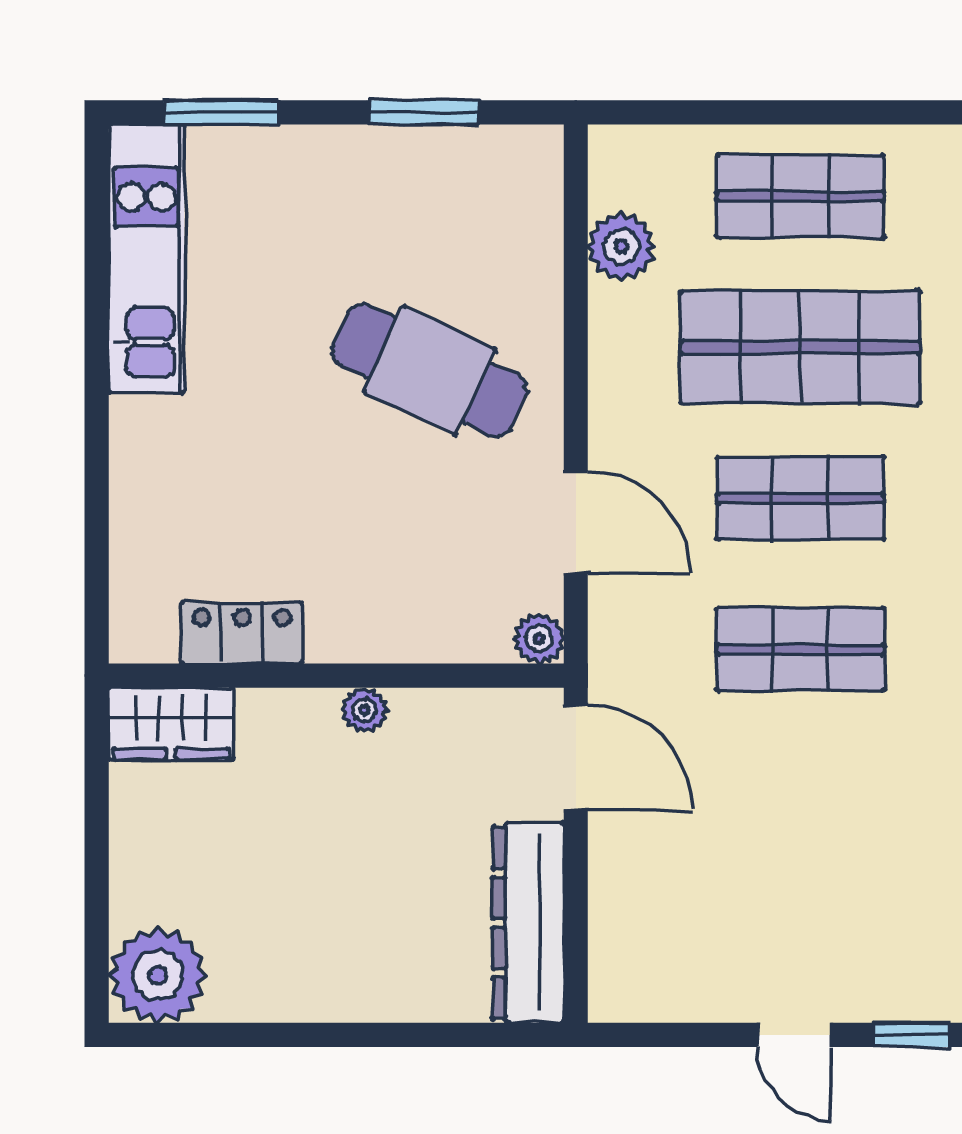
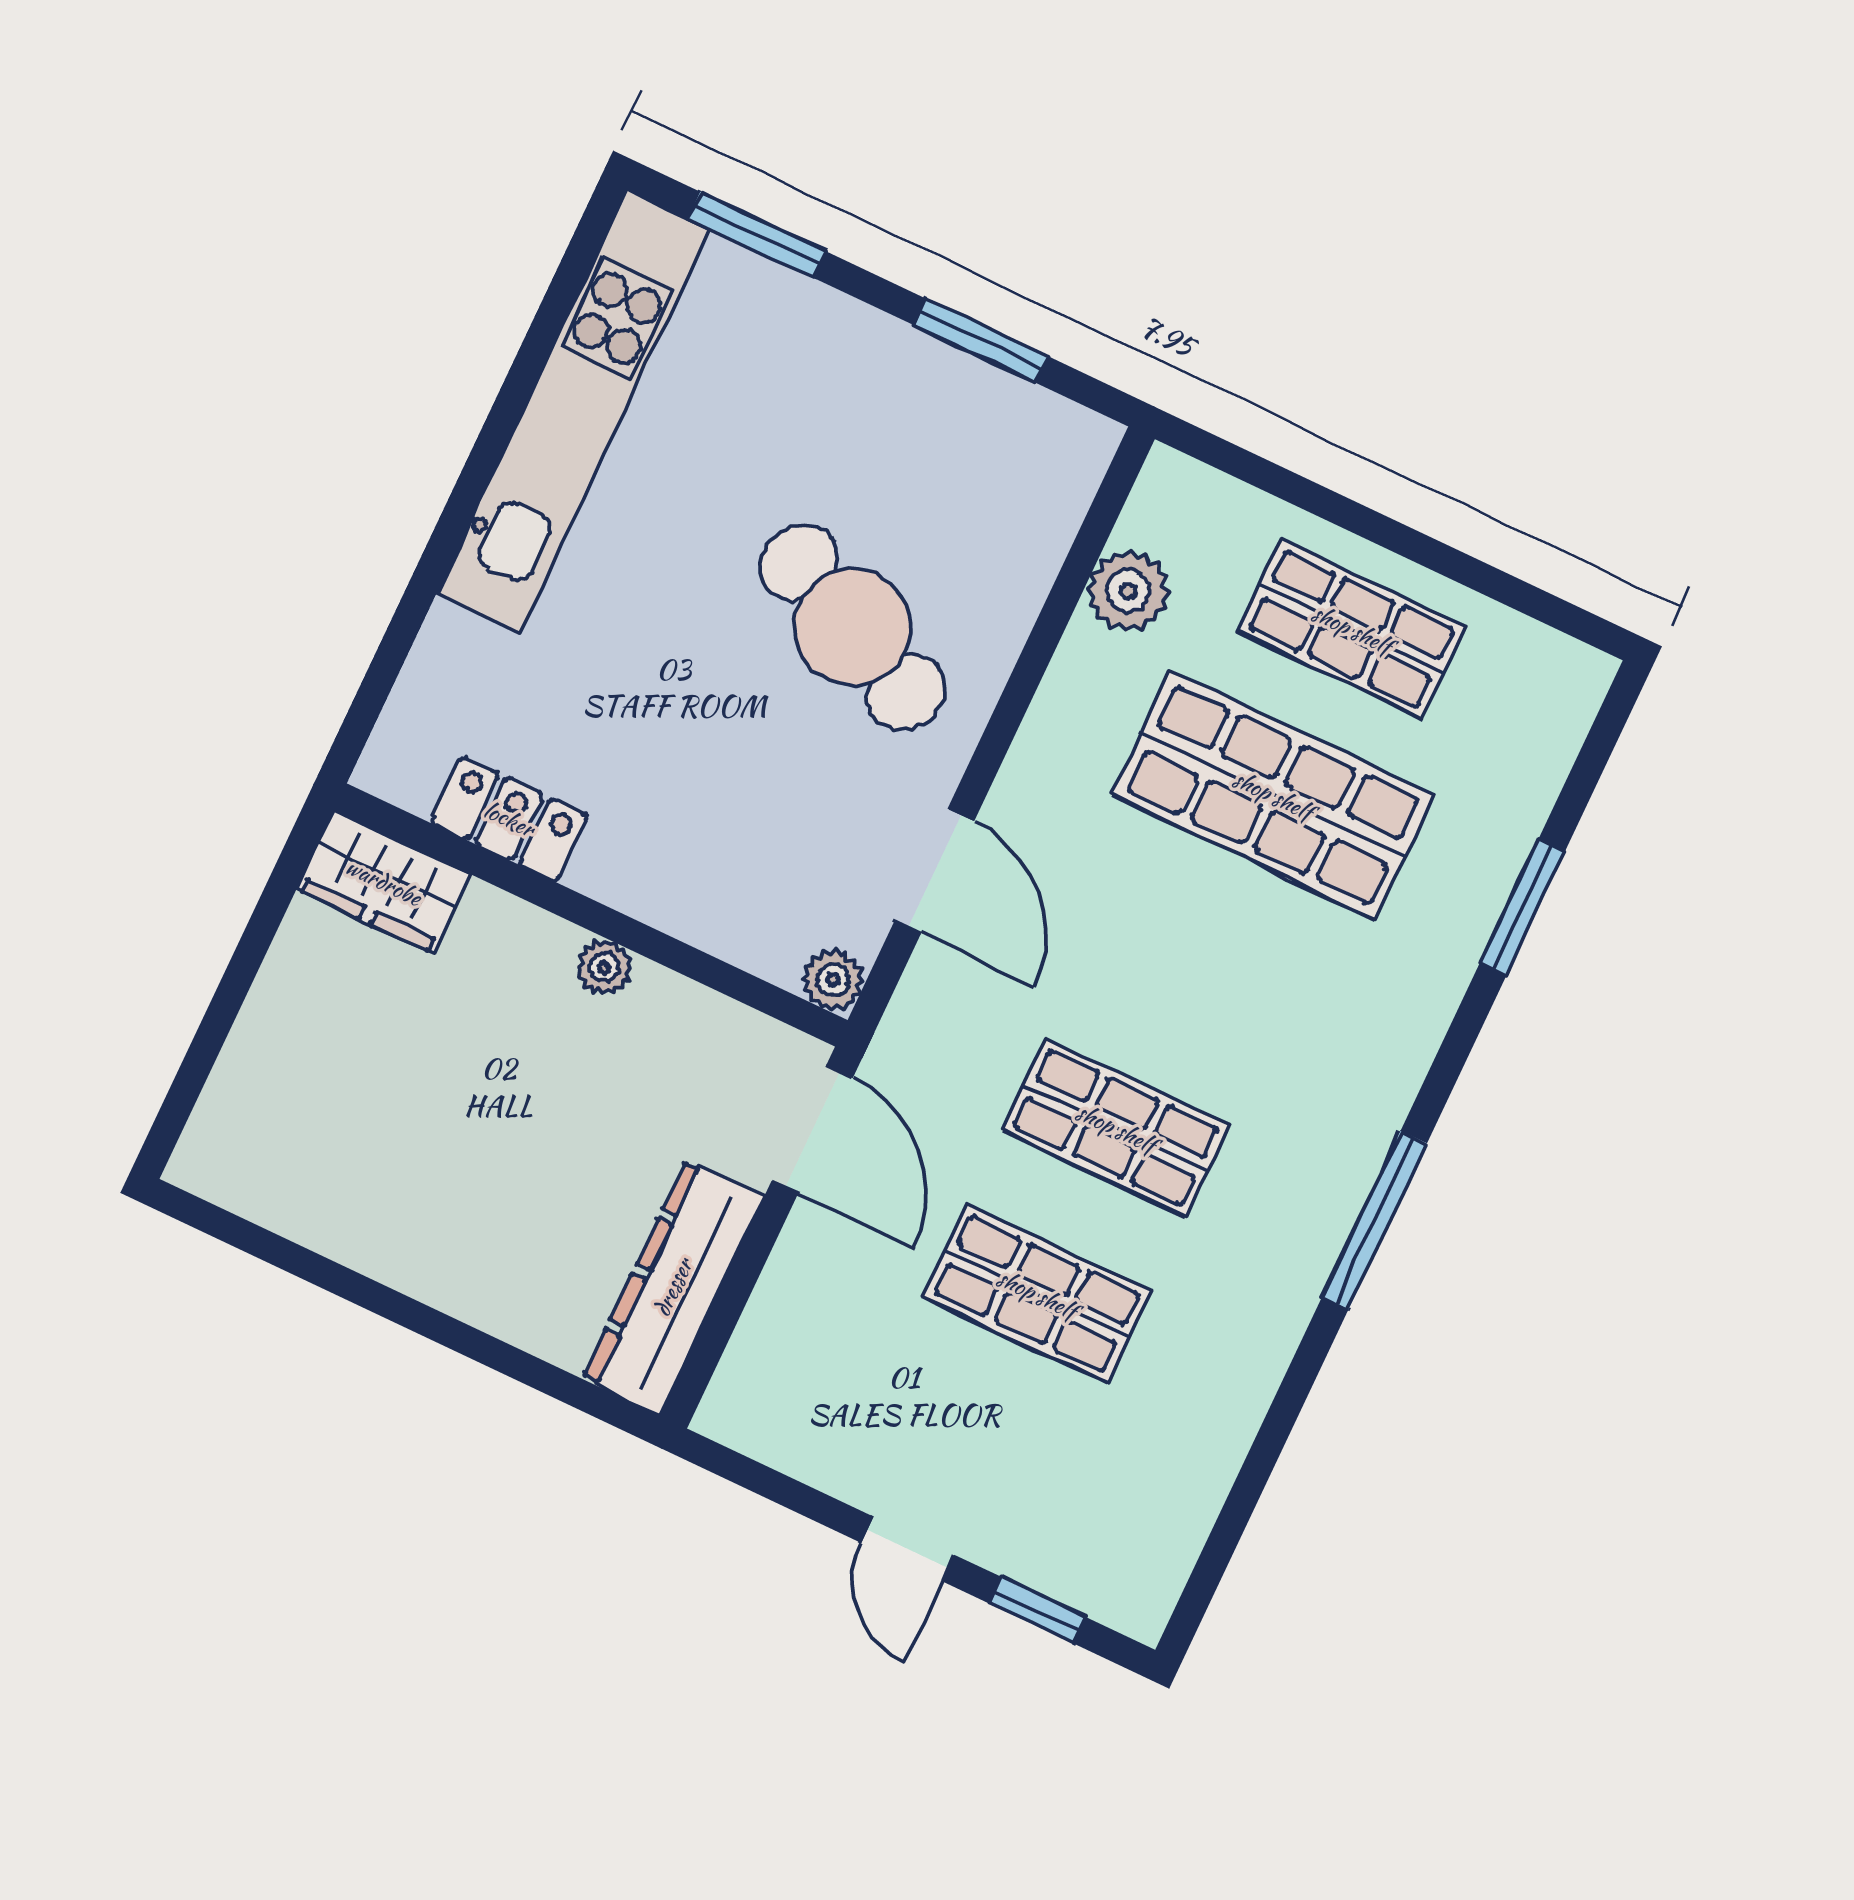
kitchen unit: (146, 259) -> (573, 411), width x1.36
shop shelf: (800, 498) -> (1037, 1294), moved
plant: (158, 975) -> (238, 1152), removed

